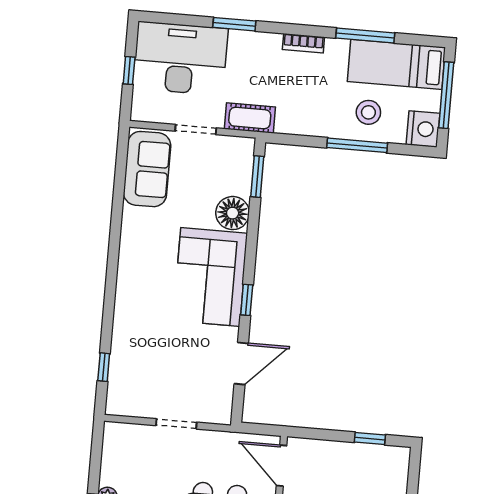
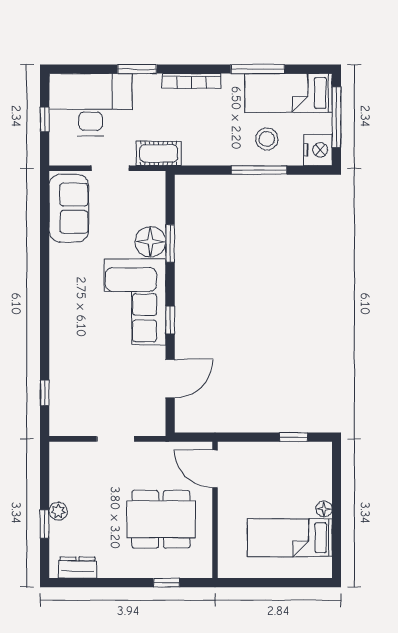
bookcase: (303, 43) -> (191, 81), width x1.56
window: (257, 177) -> (170, 244), moved

